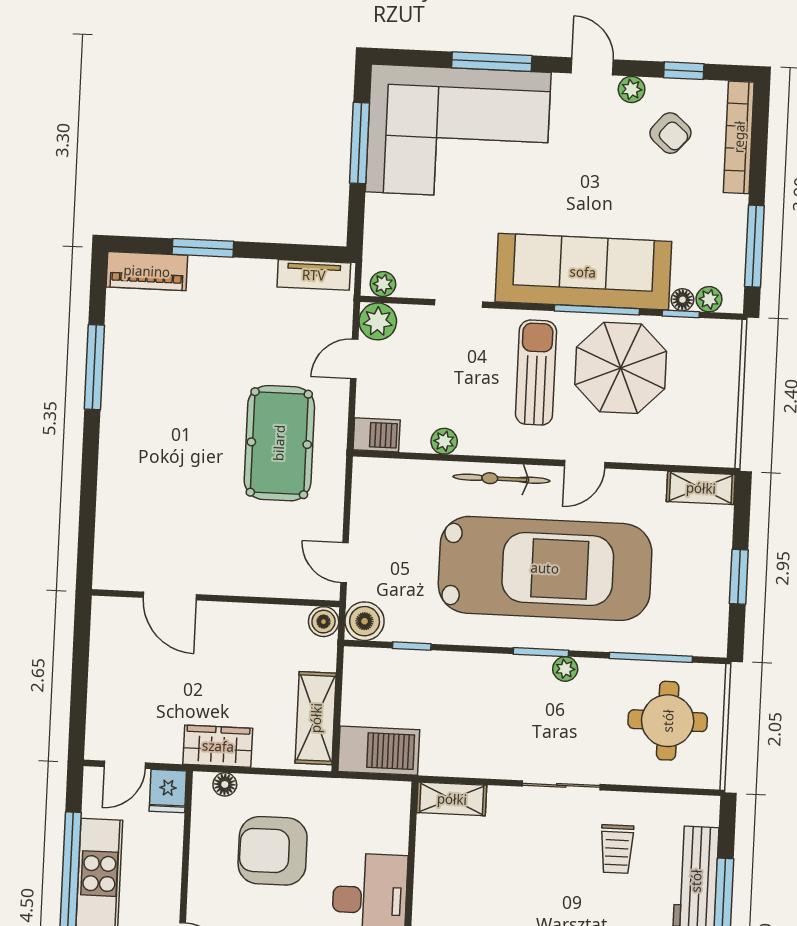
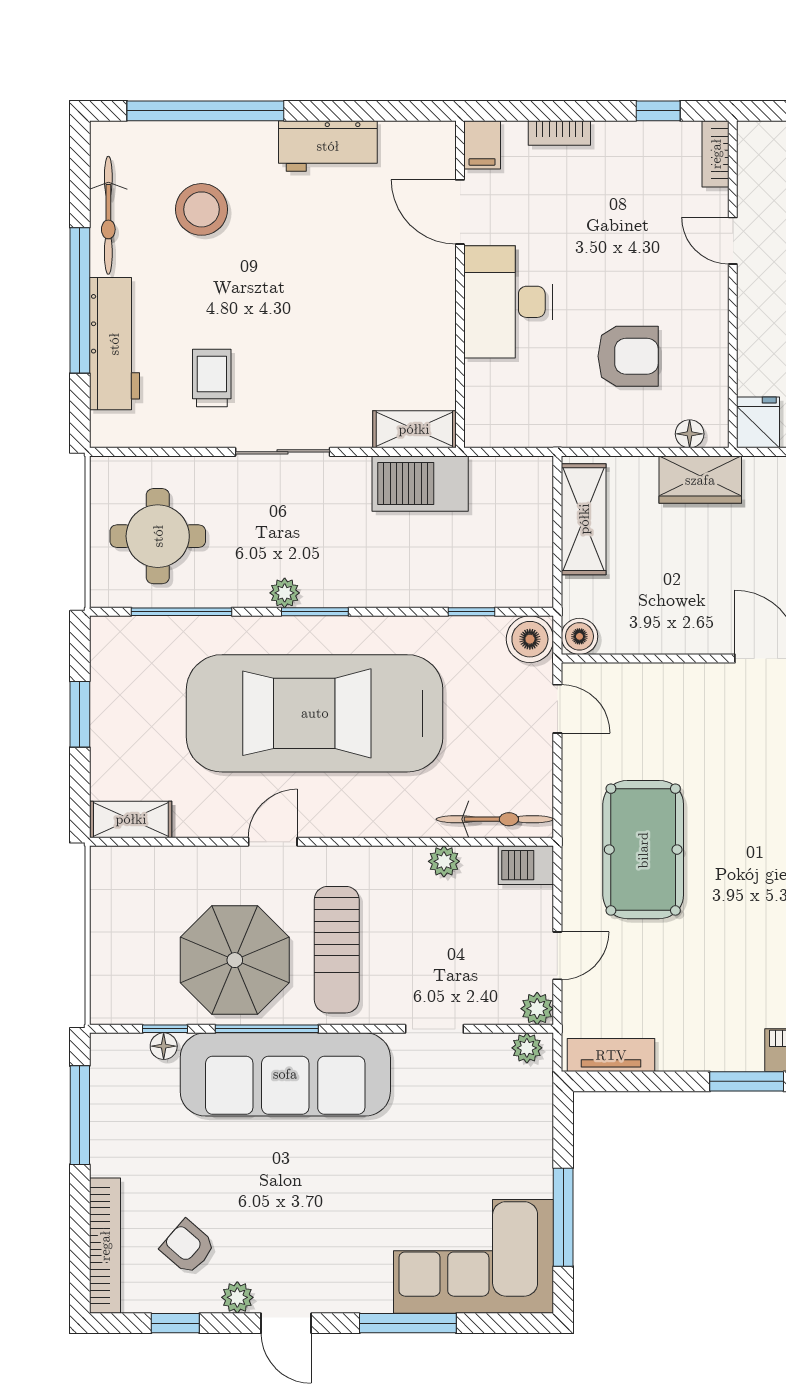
corner sofa: (458, 132) -> (473, 1256), width x0.73, depth x0.74
plant: (709, 299) -> (132, 1048), removed
plant: (378, 321) -> (537, 1009), width x0.73, depth x0.73
bicycle: (501, 479) -> (495, 819), moved
barbecue: (379, 751) -> (420, 484), moved
armchair: (273, 851) -> (628, 356), width x0.73, depth x0.73

